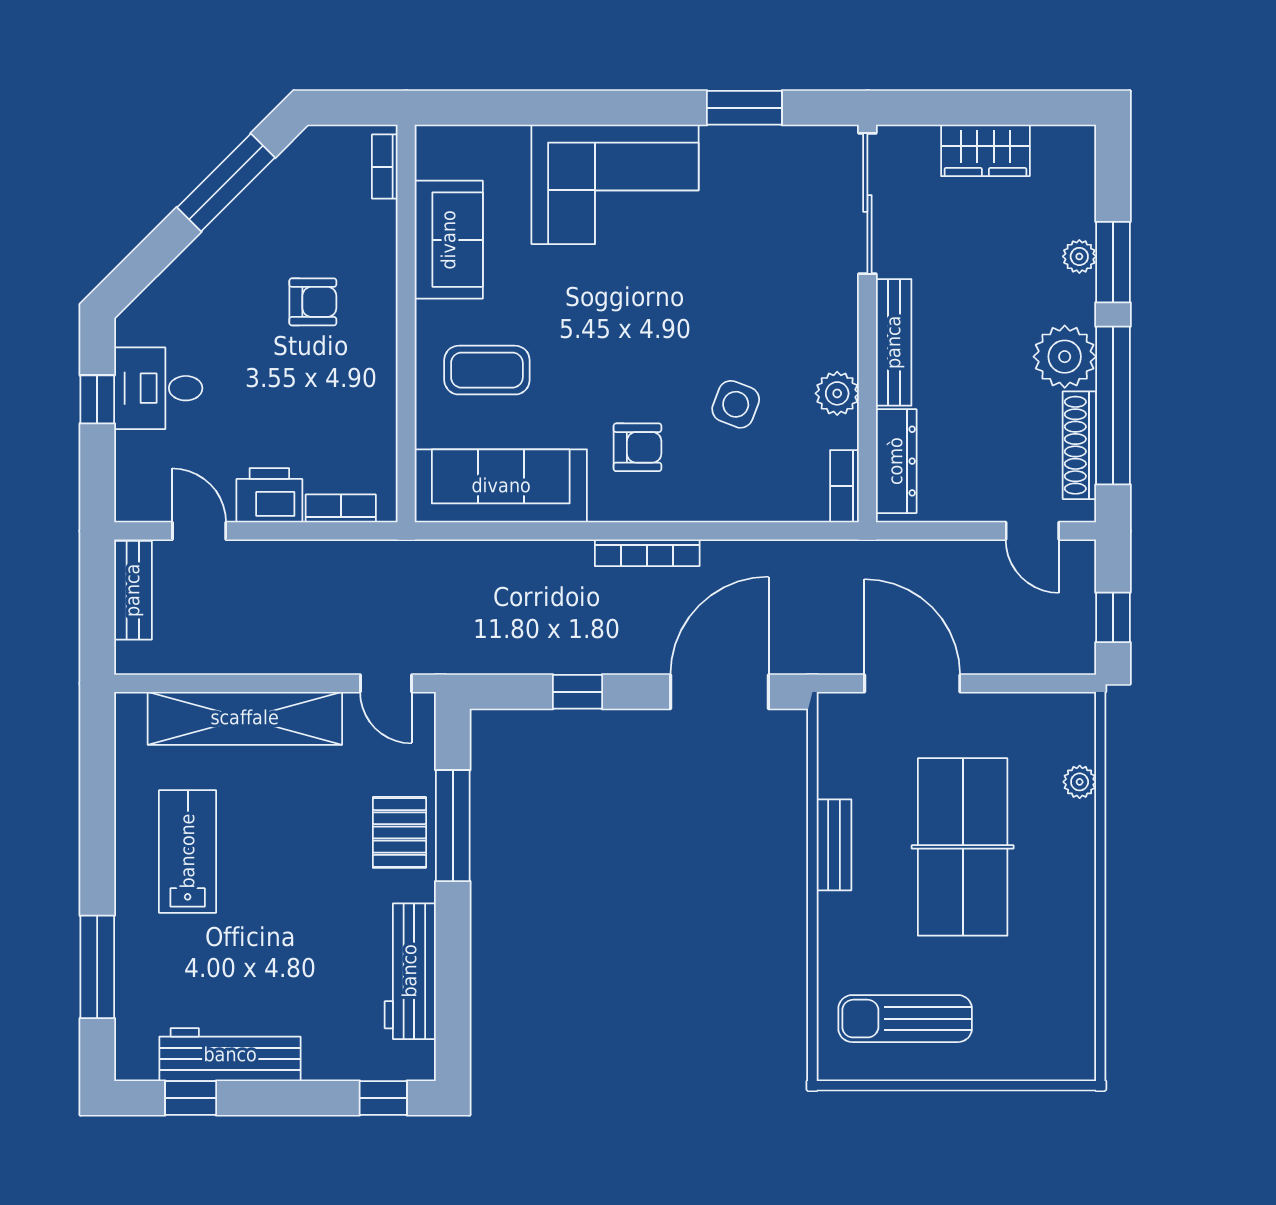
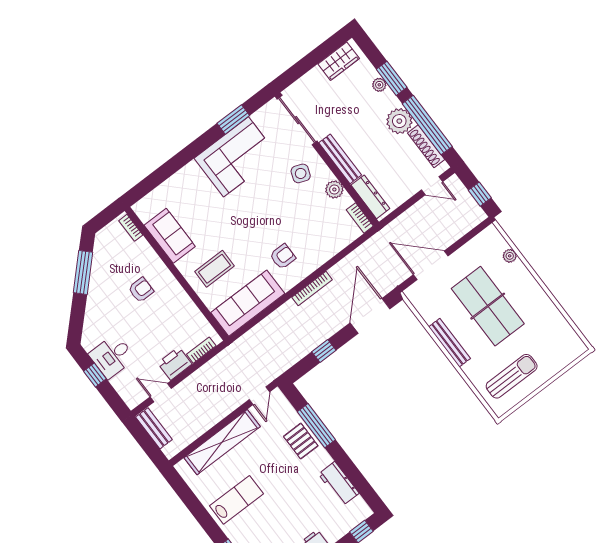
wardrobe: (985, 150) -> (339, 61), moved
corner sofa: (615, 184) -> (236, 157), moved
side table: (736, 404) -> (301, 173), moved
door: (386, 683) -> (259, 396), hinge flipped
bench: (834, 845) -> (449, 343), width x1.36
lab bench: (188, 851) -> (236, 500), turned 90
workbench: (410, 971) -> (339, 484), width x0.73
sun lounger: (905, 1019) -> (512, 376), turned 180

